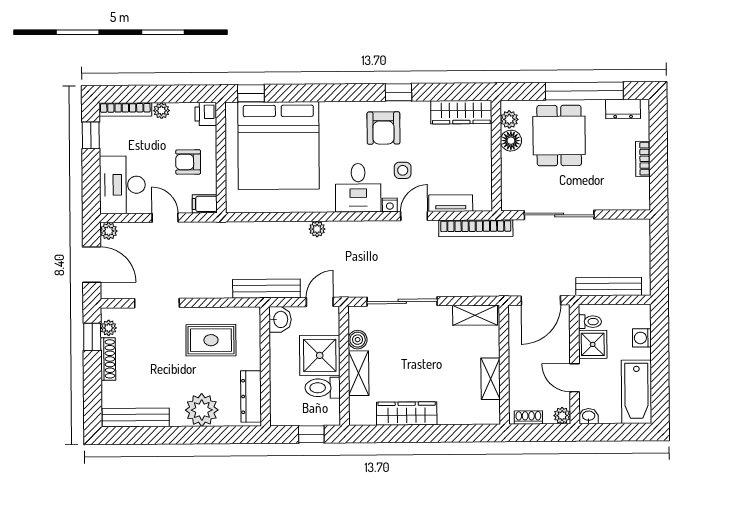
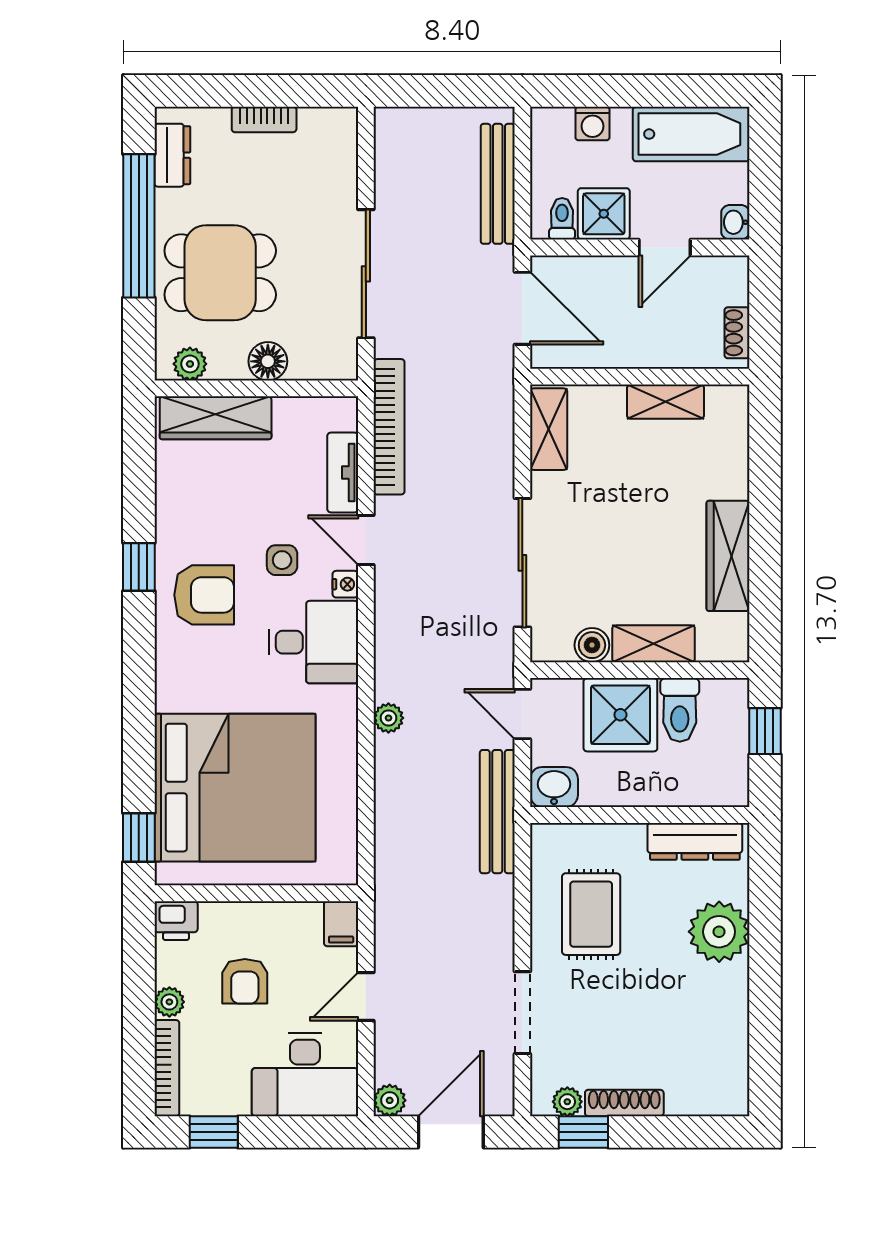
wardrobe: (461, 112) -> (216, 418), moved, turned 90
floor lamp: (511, 141) -> (268, 361), moved
armchair: (188, 162) -> (245, 981), moved
plant: (562, 416) -> (734, 271), removed
bench: (136, 418) -> (732, 1053), removed

